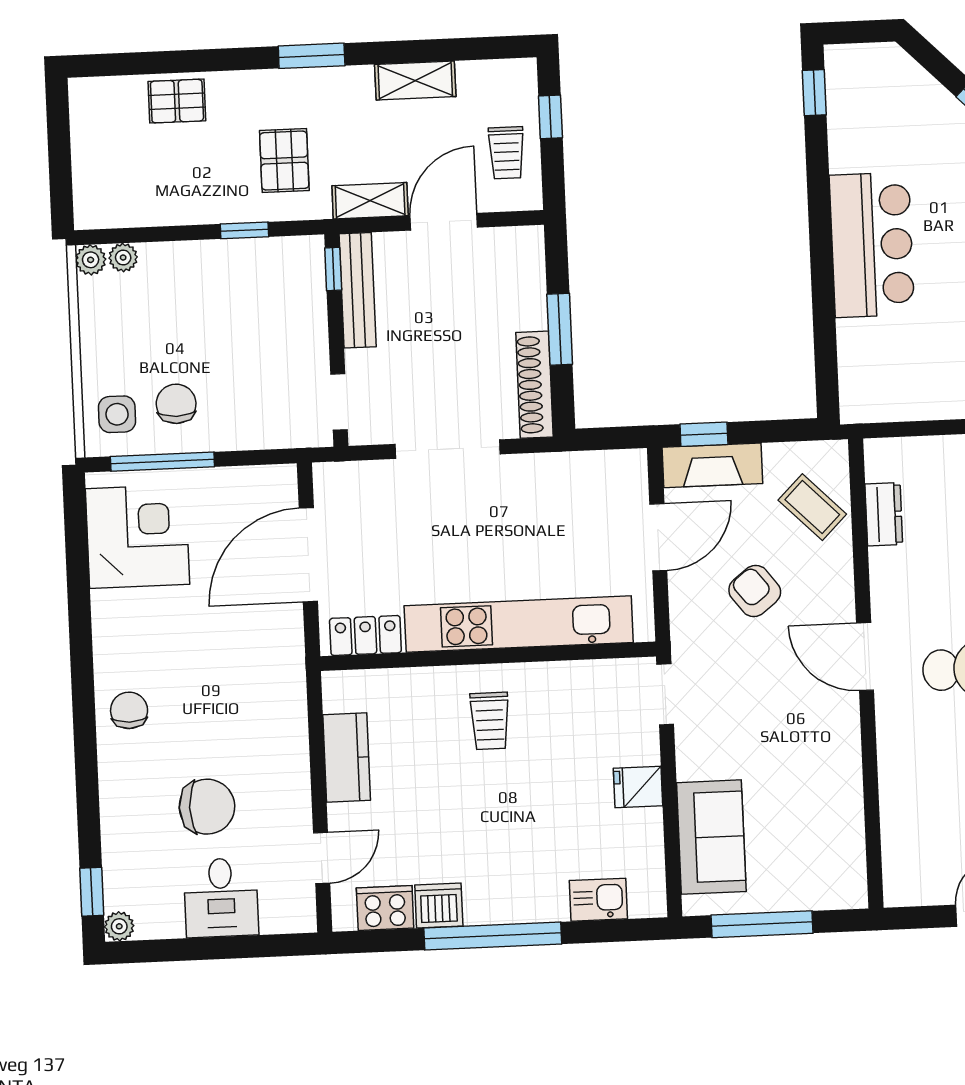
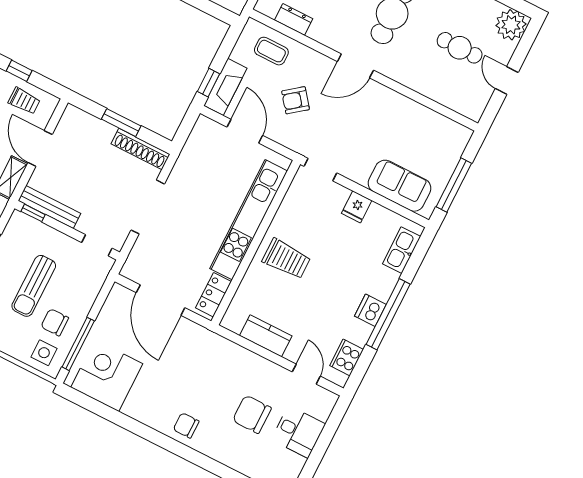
sun lounger: (216, 337) -> (34, 286), added
coffee table: (812, 507) -> (271, 51), turned 45
trolley: (490, 721) -> (286, 259), width x1.36, depth x1.39
chair: (207, 807) -> (252, 414), turned -90
kitchen sink: (598, 900) -> (402, 250), width x1.38
dishwasher: (439, 906) -> (370, 310), moved

